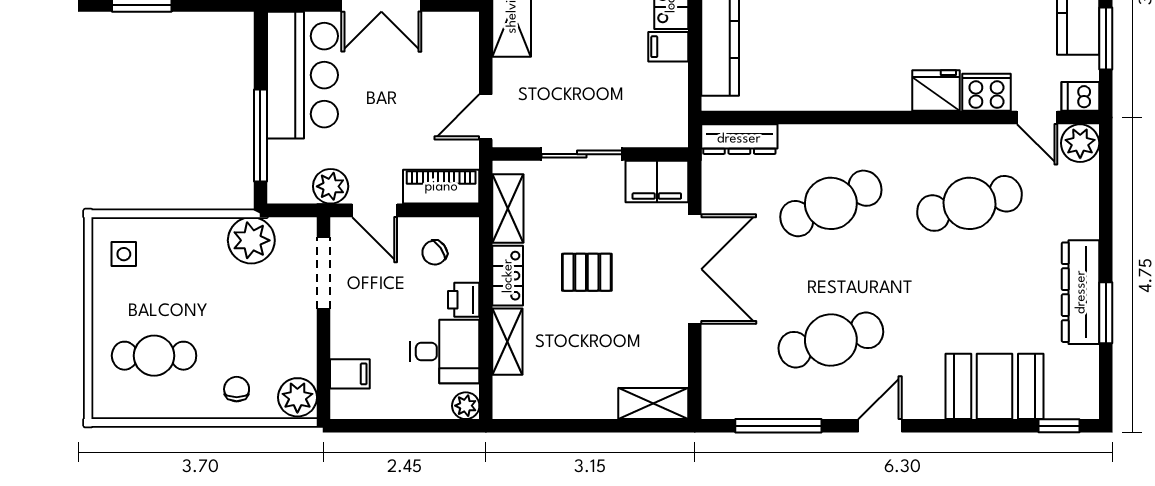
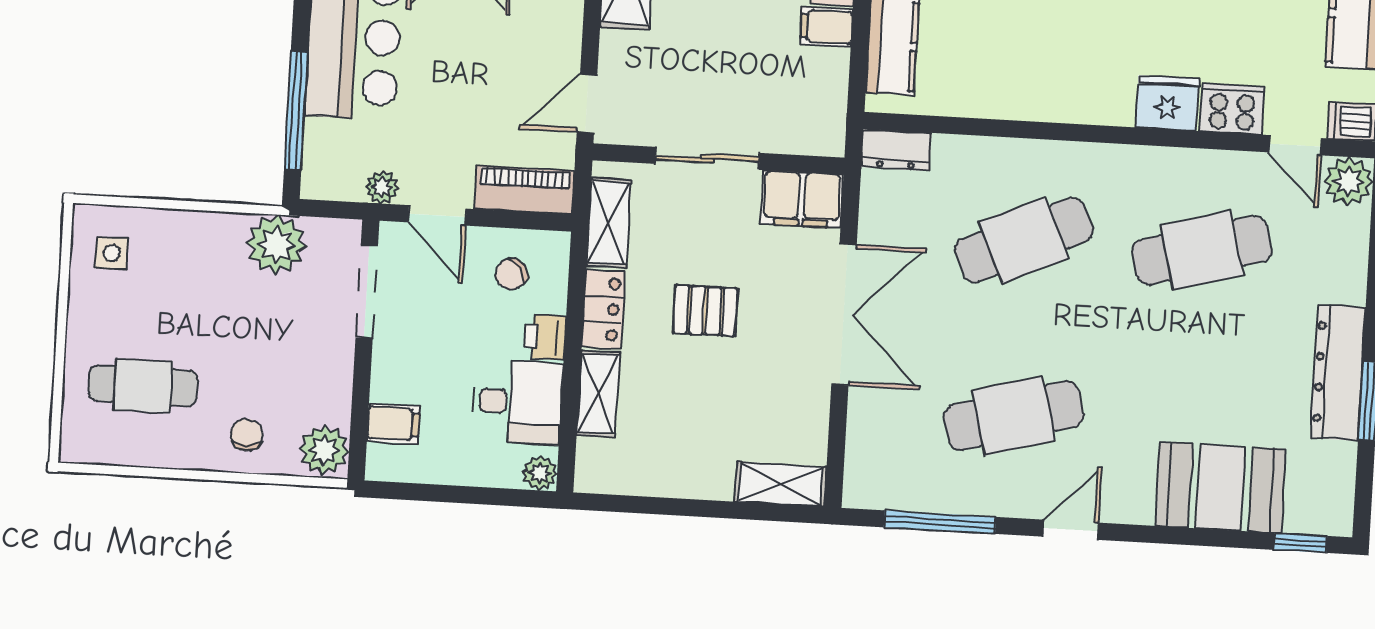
dresser: (739, 139) -> (896, 150), width x0.70
plant: (331, 186) -> (382, 187), width x0.73, depth x0.73

